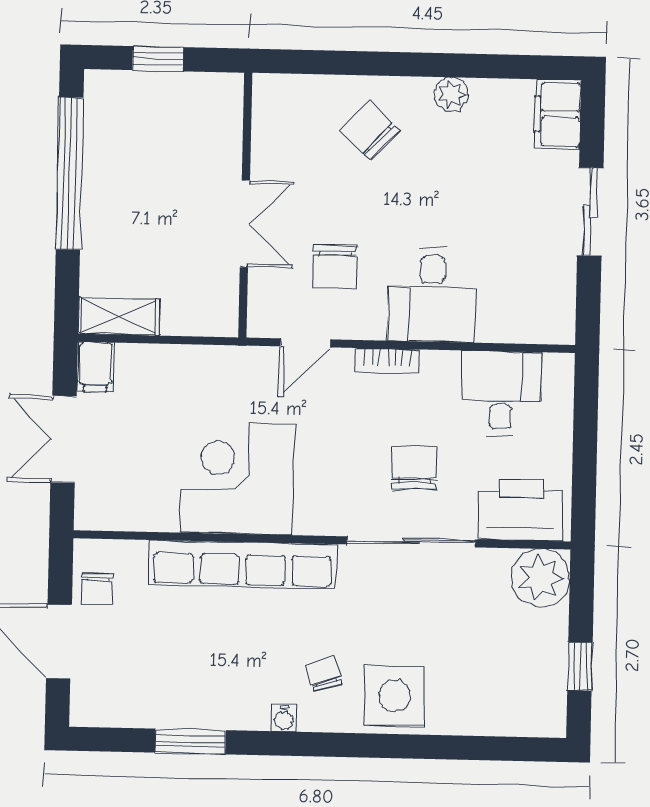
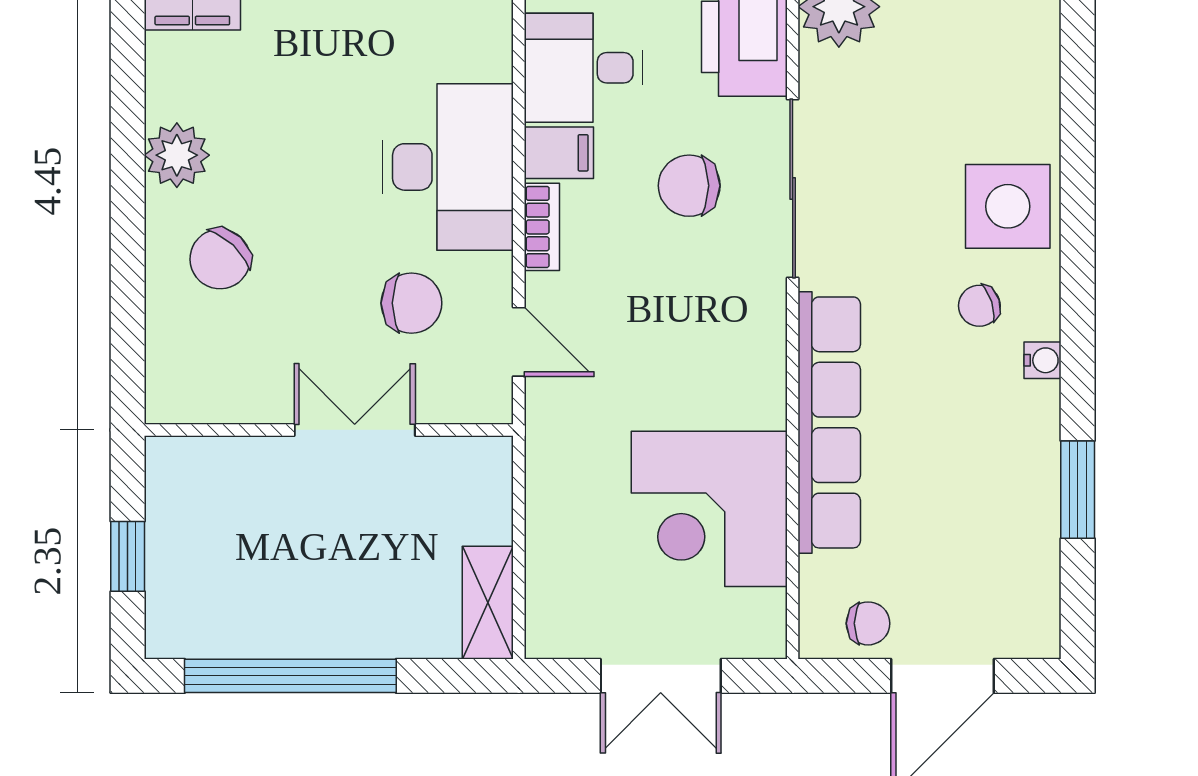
plant: (451, 94) -> (177, 155), width x1.38, depth x1.38
desk: (432, 295) -> (448, 167), width x1.37
filing cabinet: (96, 367) -> (559, 153), moved
corner desk: (238, 478) -> (709, 509), moved

